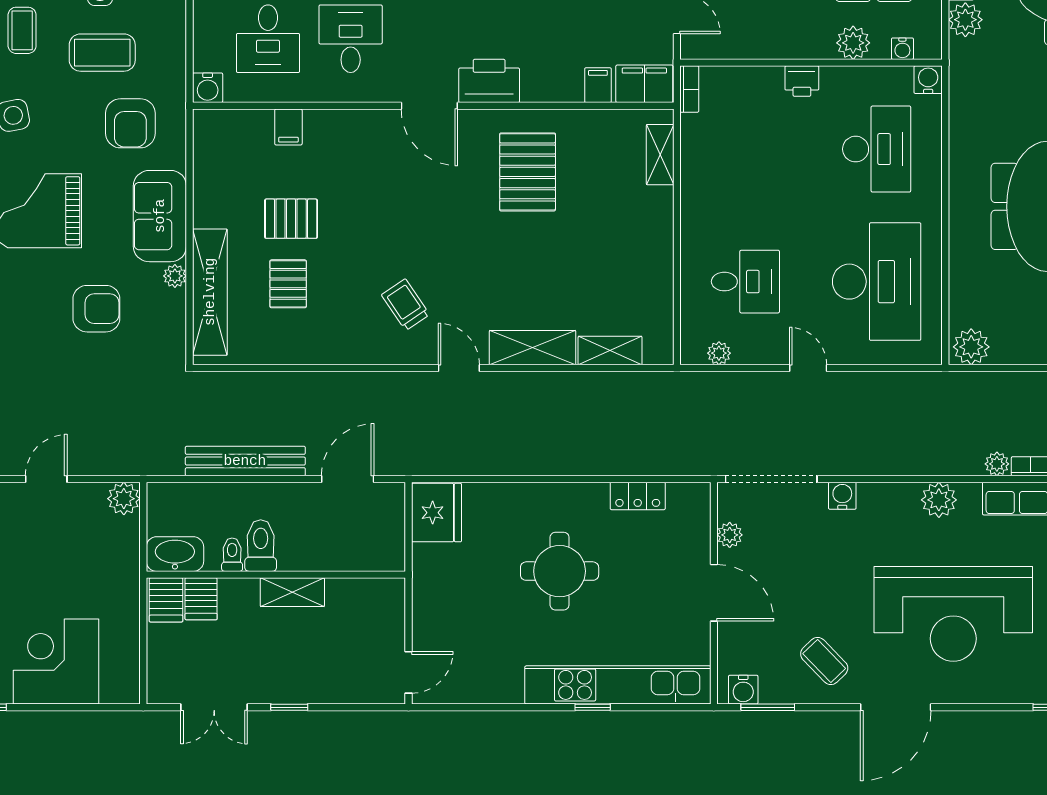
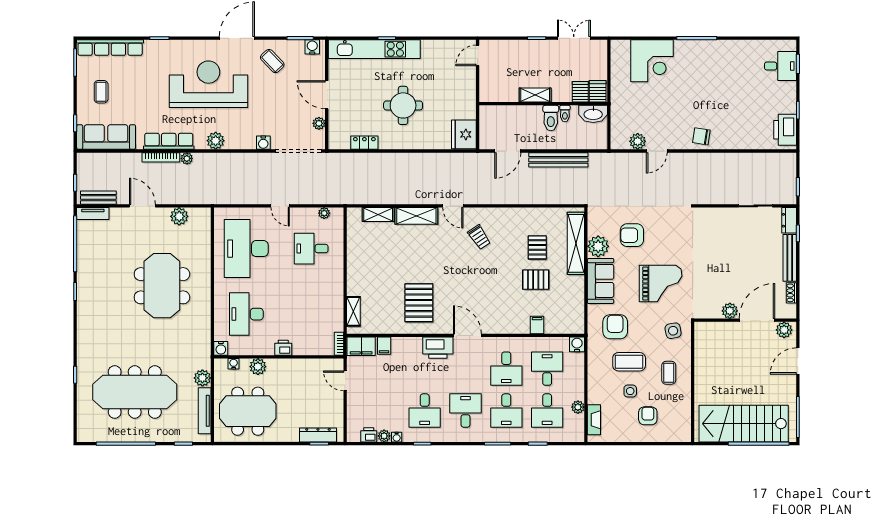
plant: (175, 276) -> (598, 246), width x1.88, depth x1.88
plant: (971, 347) -> (179, 216), moved
plant: (124, 499) -> (638, 141), moved

